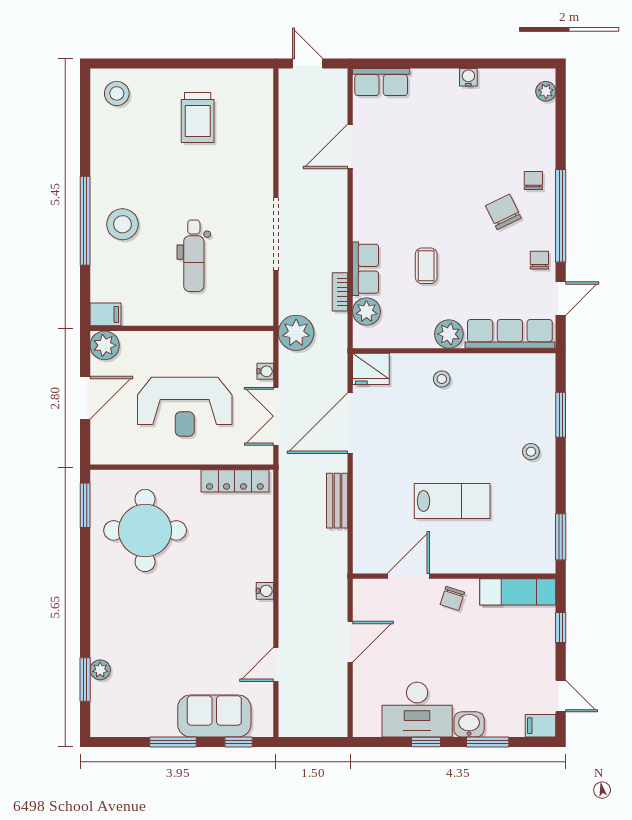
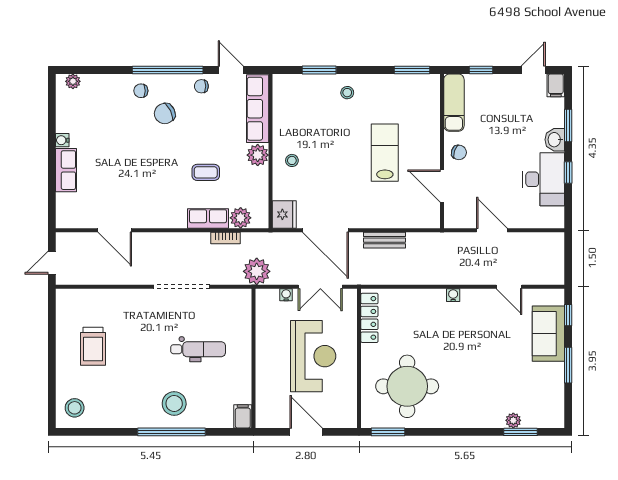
row of seats: (381, 82) -> (66, 170), moved
trolley: (198, 118) -> (93, 346), turned 90
plant: (105, 345) -> (266, 417), removed

